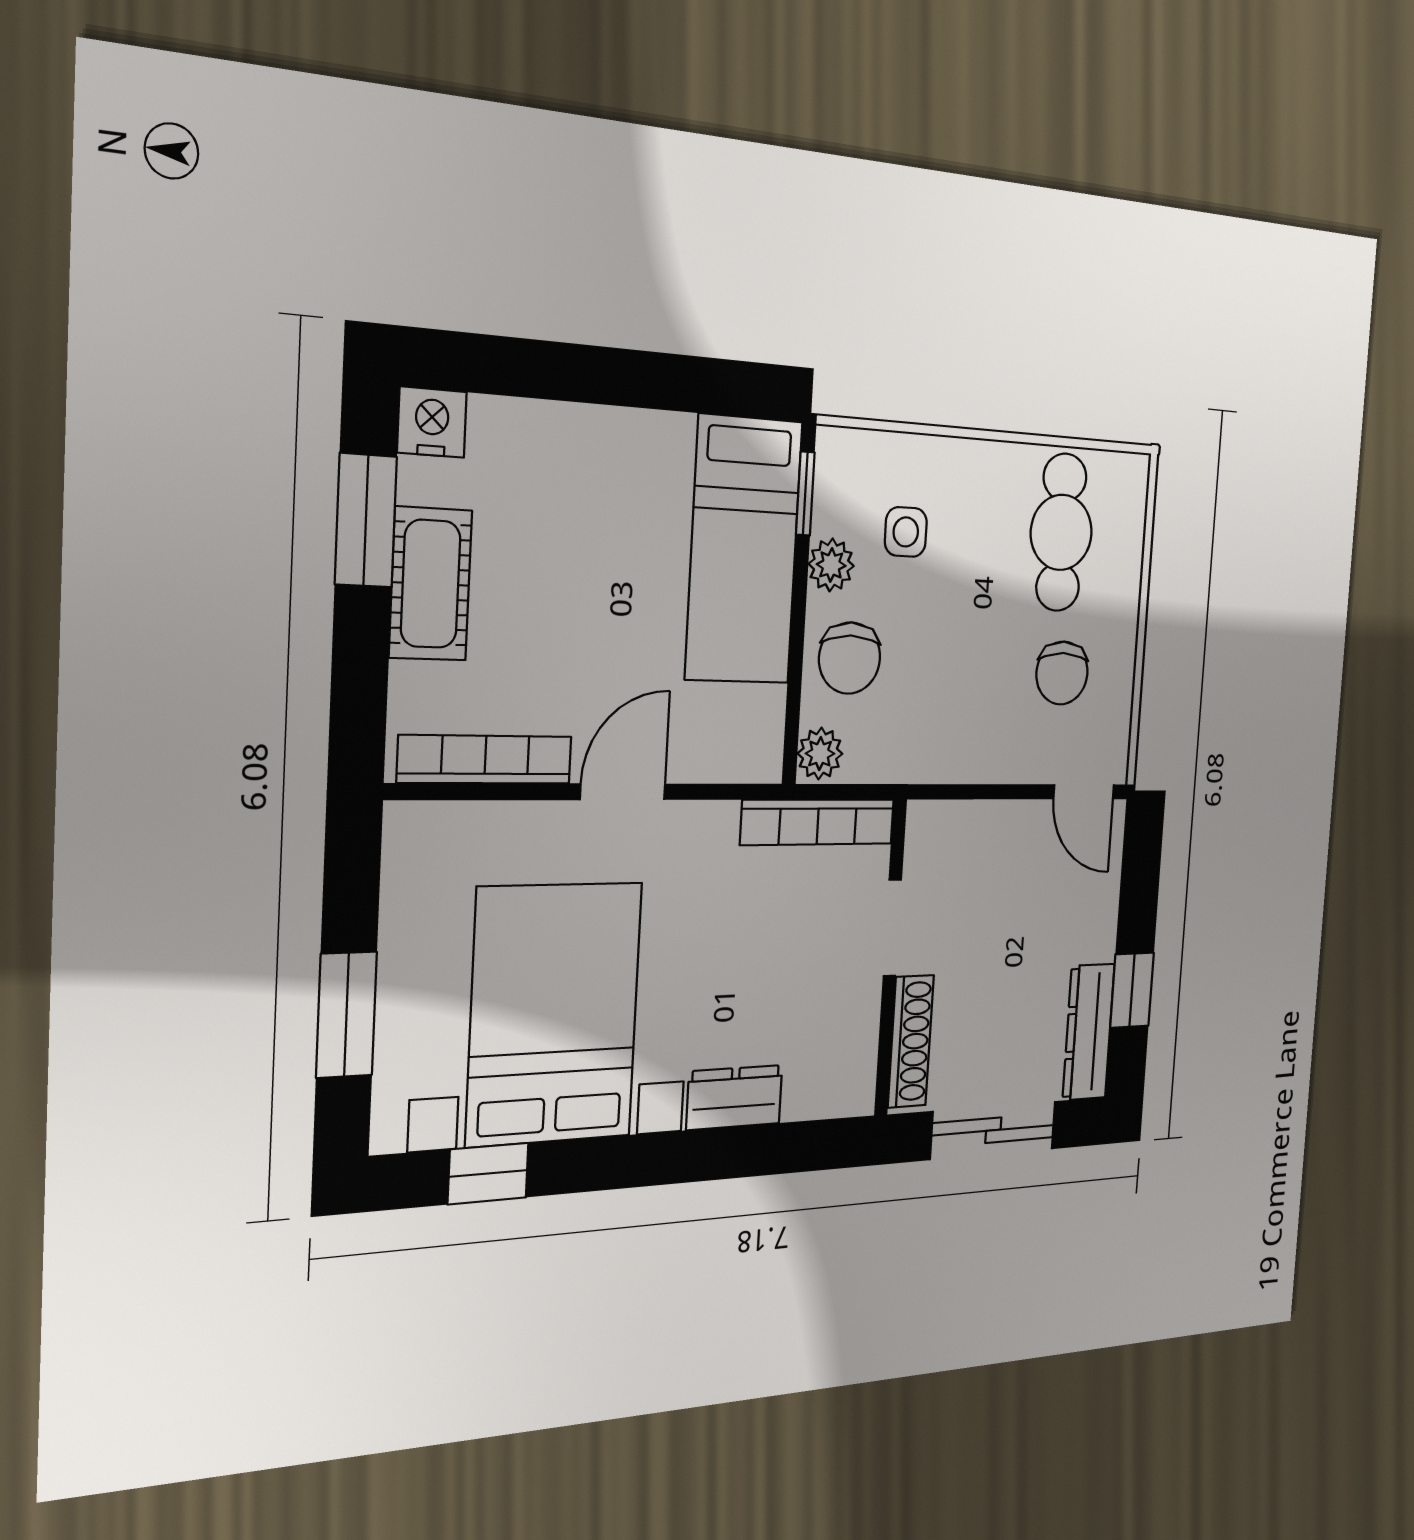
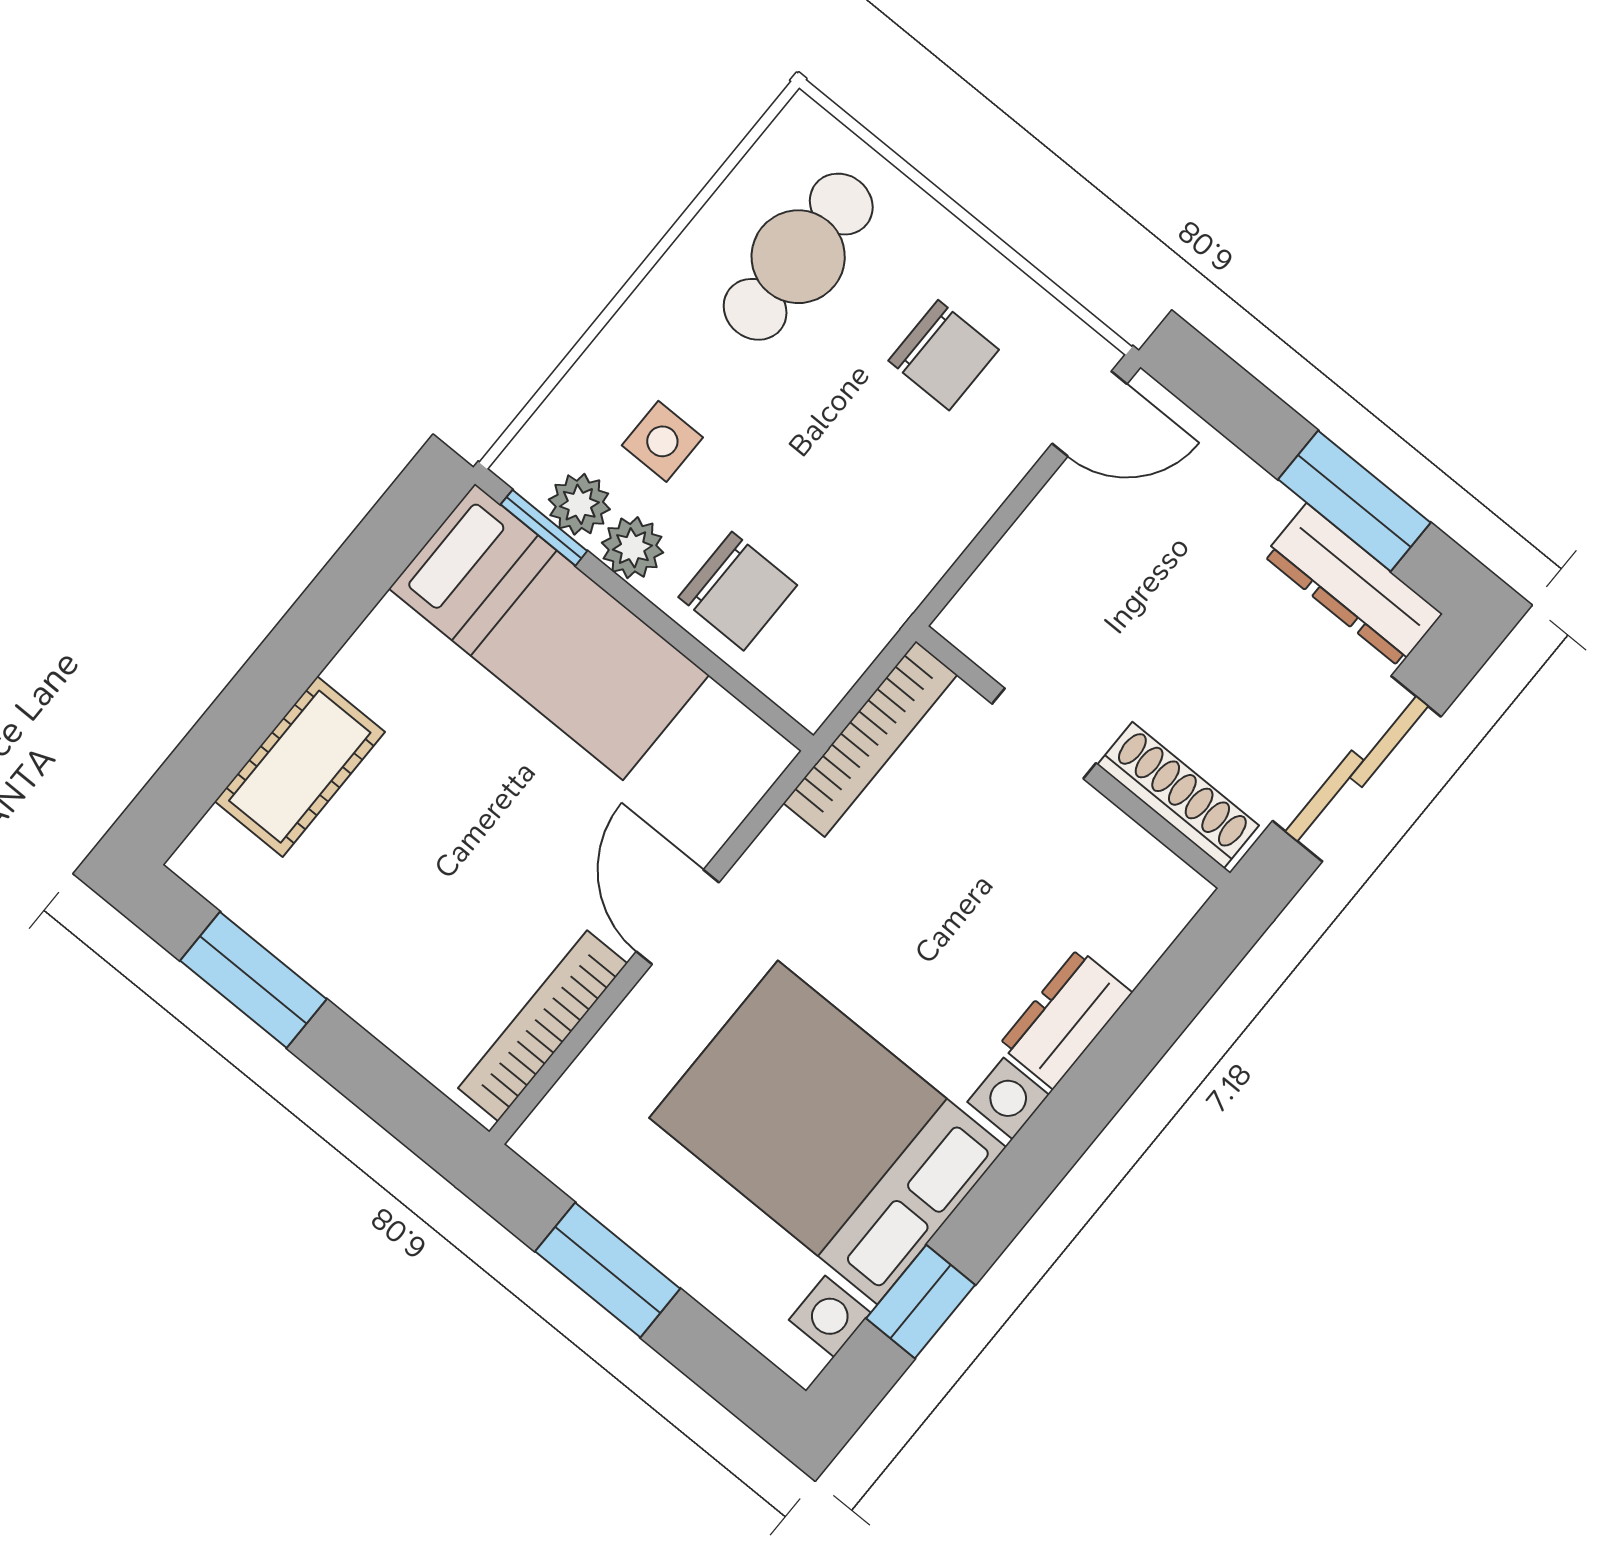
nightstand: (432, 422) -> (214, 858), removed
cafe table: (1061, 532) -> (798, 257), turned 90
cot: (431, 584) -> (300, 767), moved, turned 90
plant: (820, 754) -> (579, 504), moved
window: (1132, 990) -> (1354, 501), width x1.50
window: (346, 1015) -> (608, 1270), moved

